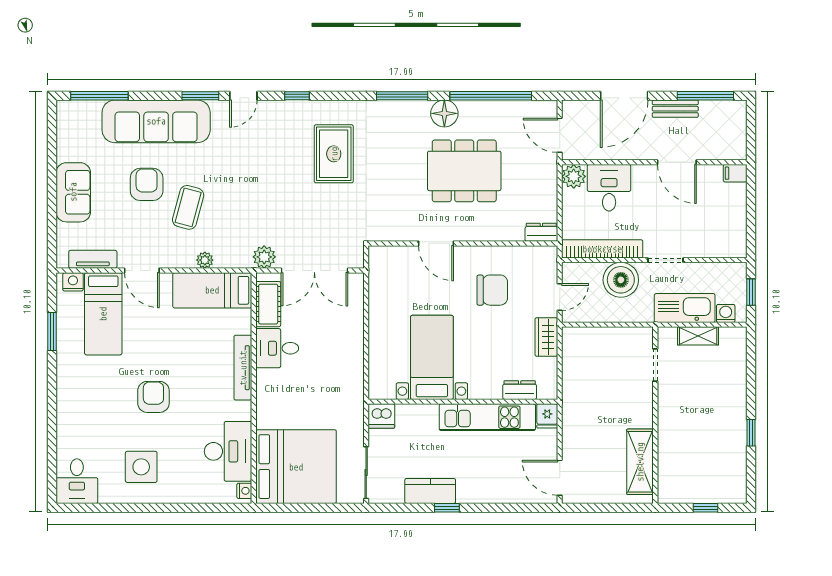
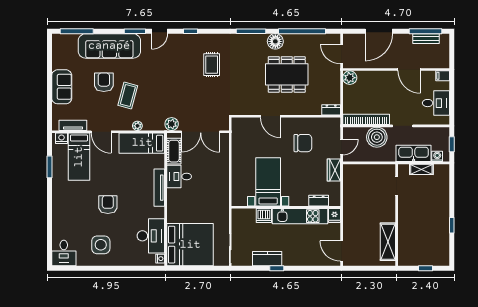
bench: (675, 109) -> (426, 39), moved
rug: (334, 154) -> (212, 65), width x0.73, depth x0.70
desk: (609, 188) -> (436, 103), moved, turned 90
dishwasher: (381, 416) -> (264, 216), moved

